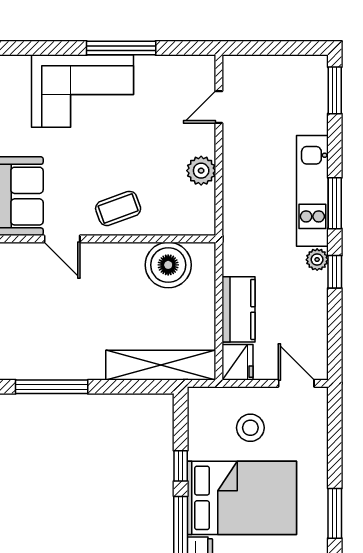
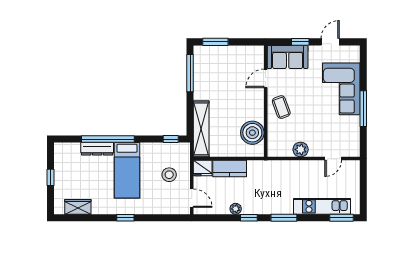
door: (219, 107) -> (333, 159), swing flipped
kitchen unit: (312, 191) -> (322, 206), moved
plant: (317, 260) -> (236, 209), moved
door: (296, 383) -> (192, 198), hinge flipped
window: (181, 466) -> (171, 139), moved
bed: (242, 498) -> (127, 170), width x0.67
window: (335, 513) -> (125, 218), width x0.67

